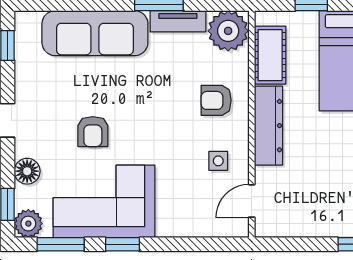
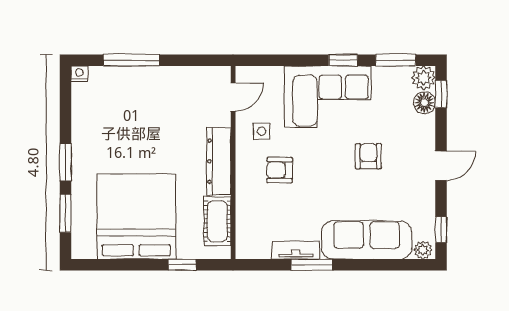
plant: (228, 31) -> (423, 250), moved, width x0.53, depth x0.53
armchair: (216, 100) -> (280, 170), moved, turned 180
floor lamp: (27, 171) -> (424, 103), moved
corner sofa: (104, 201) -> (328, 97), moved

